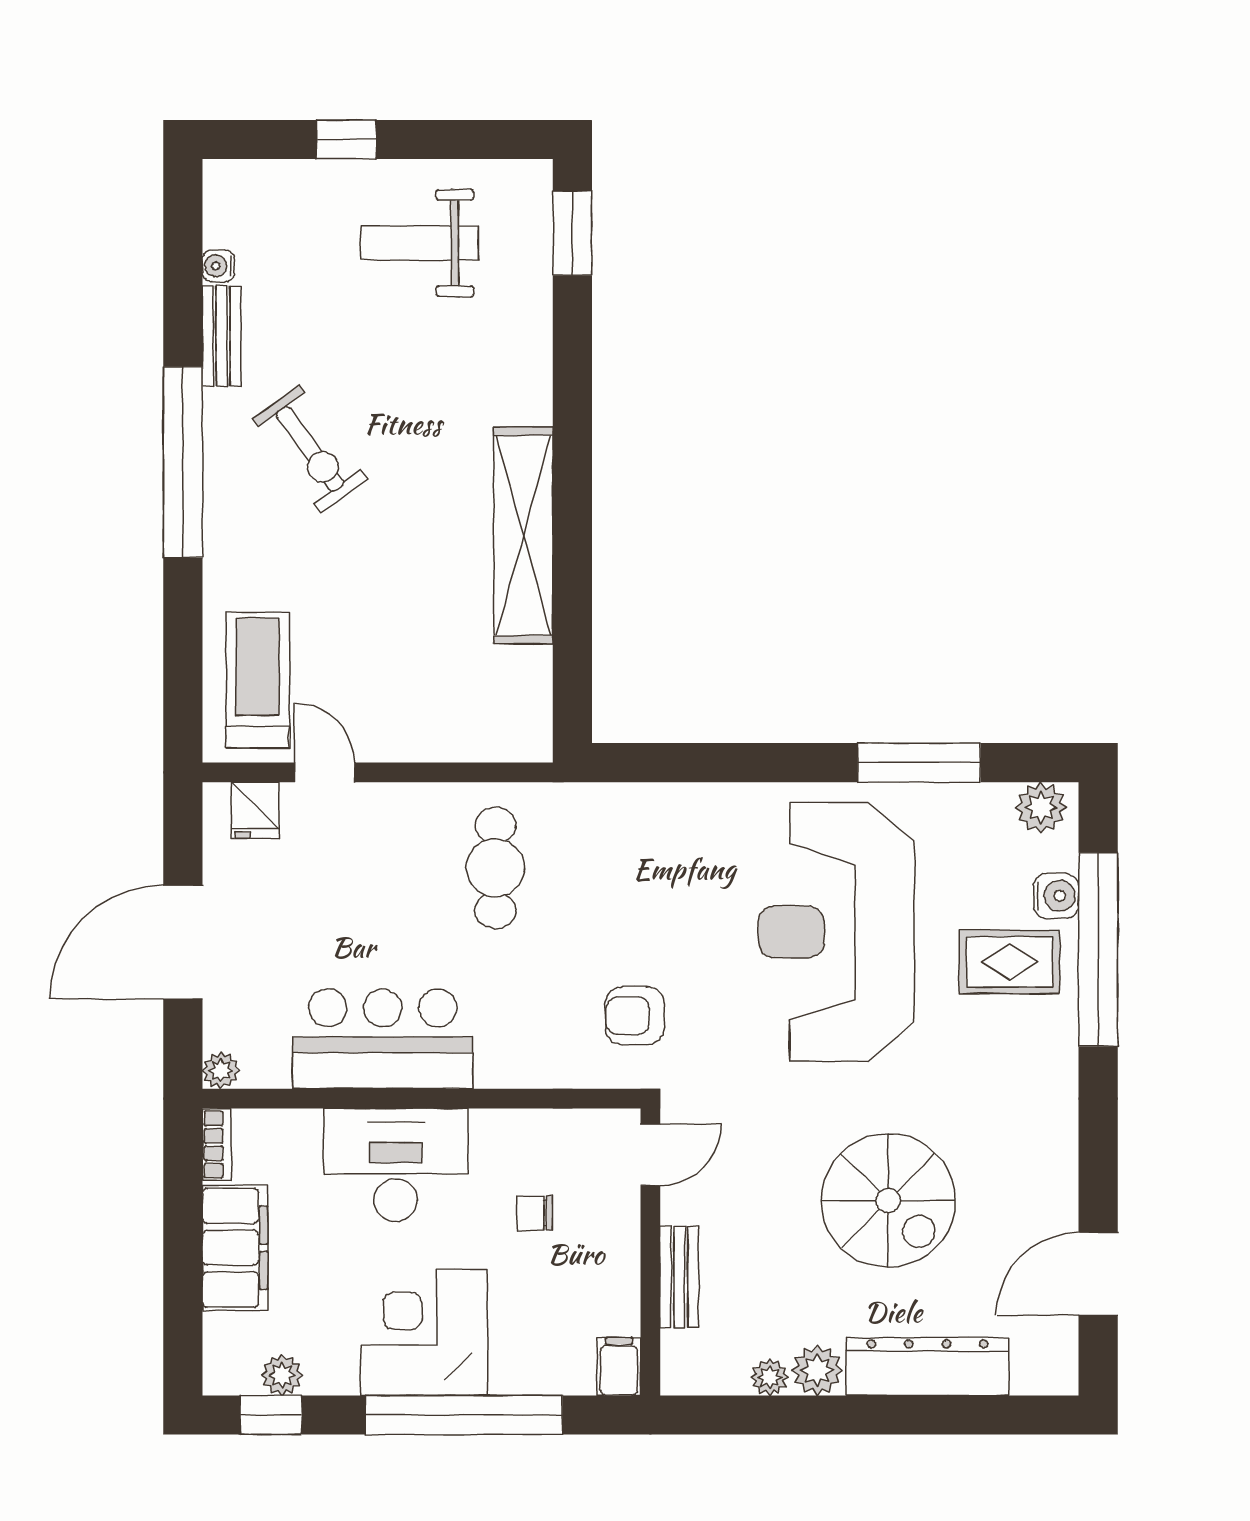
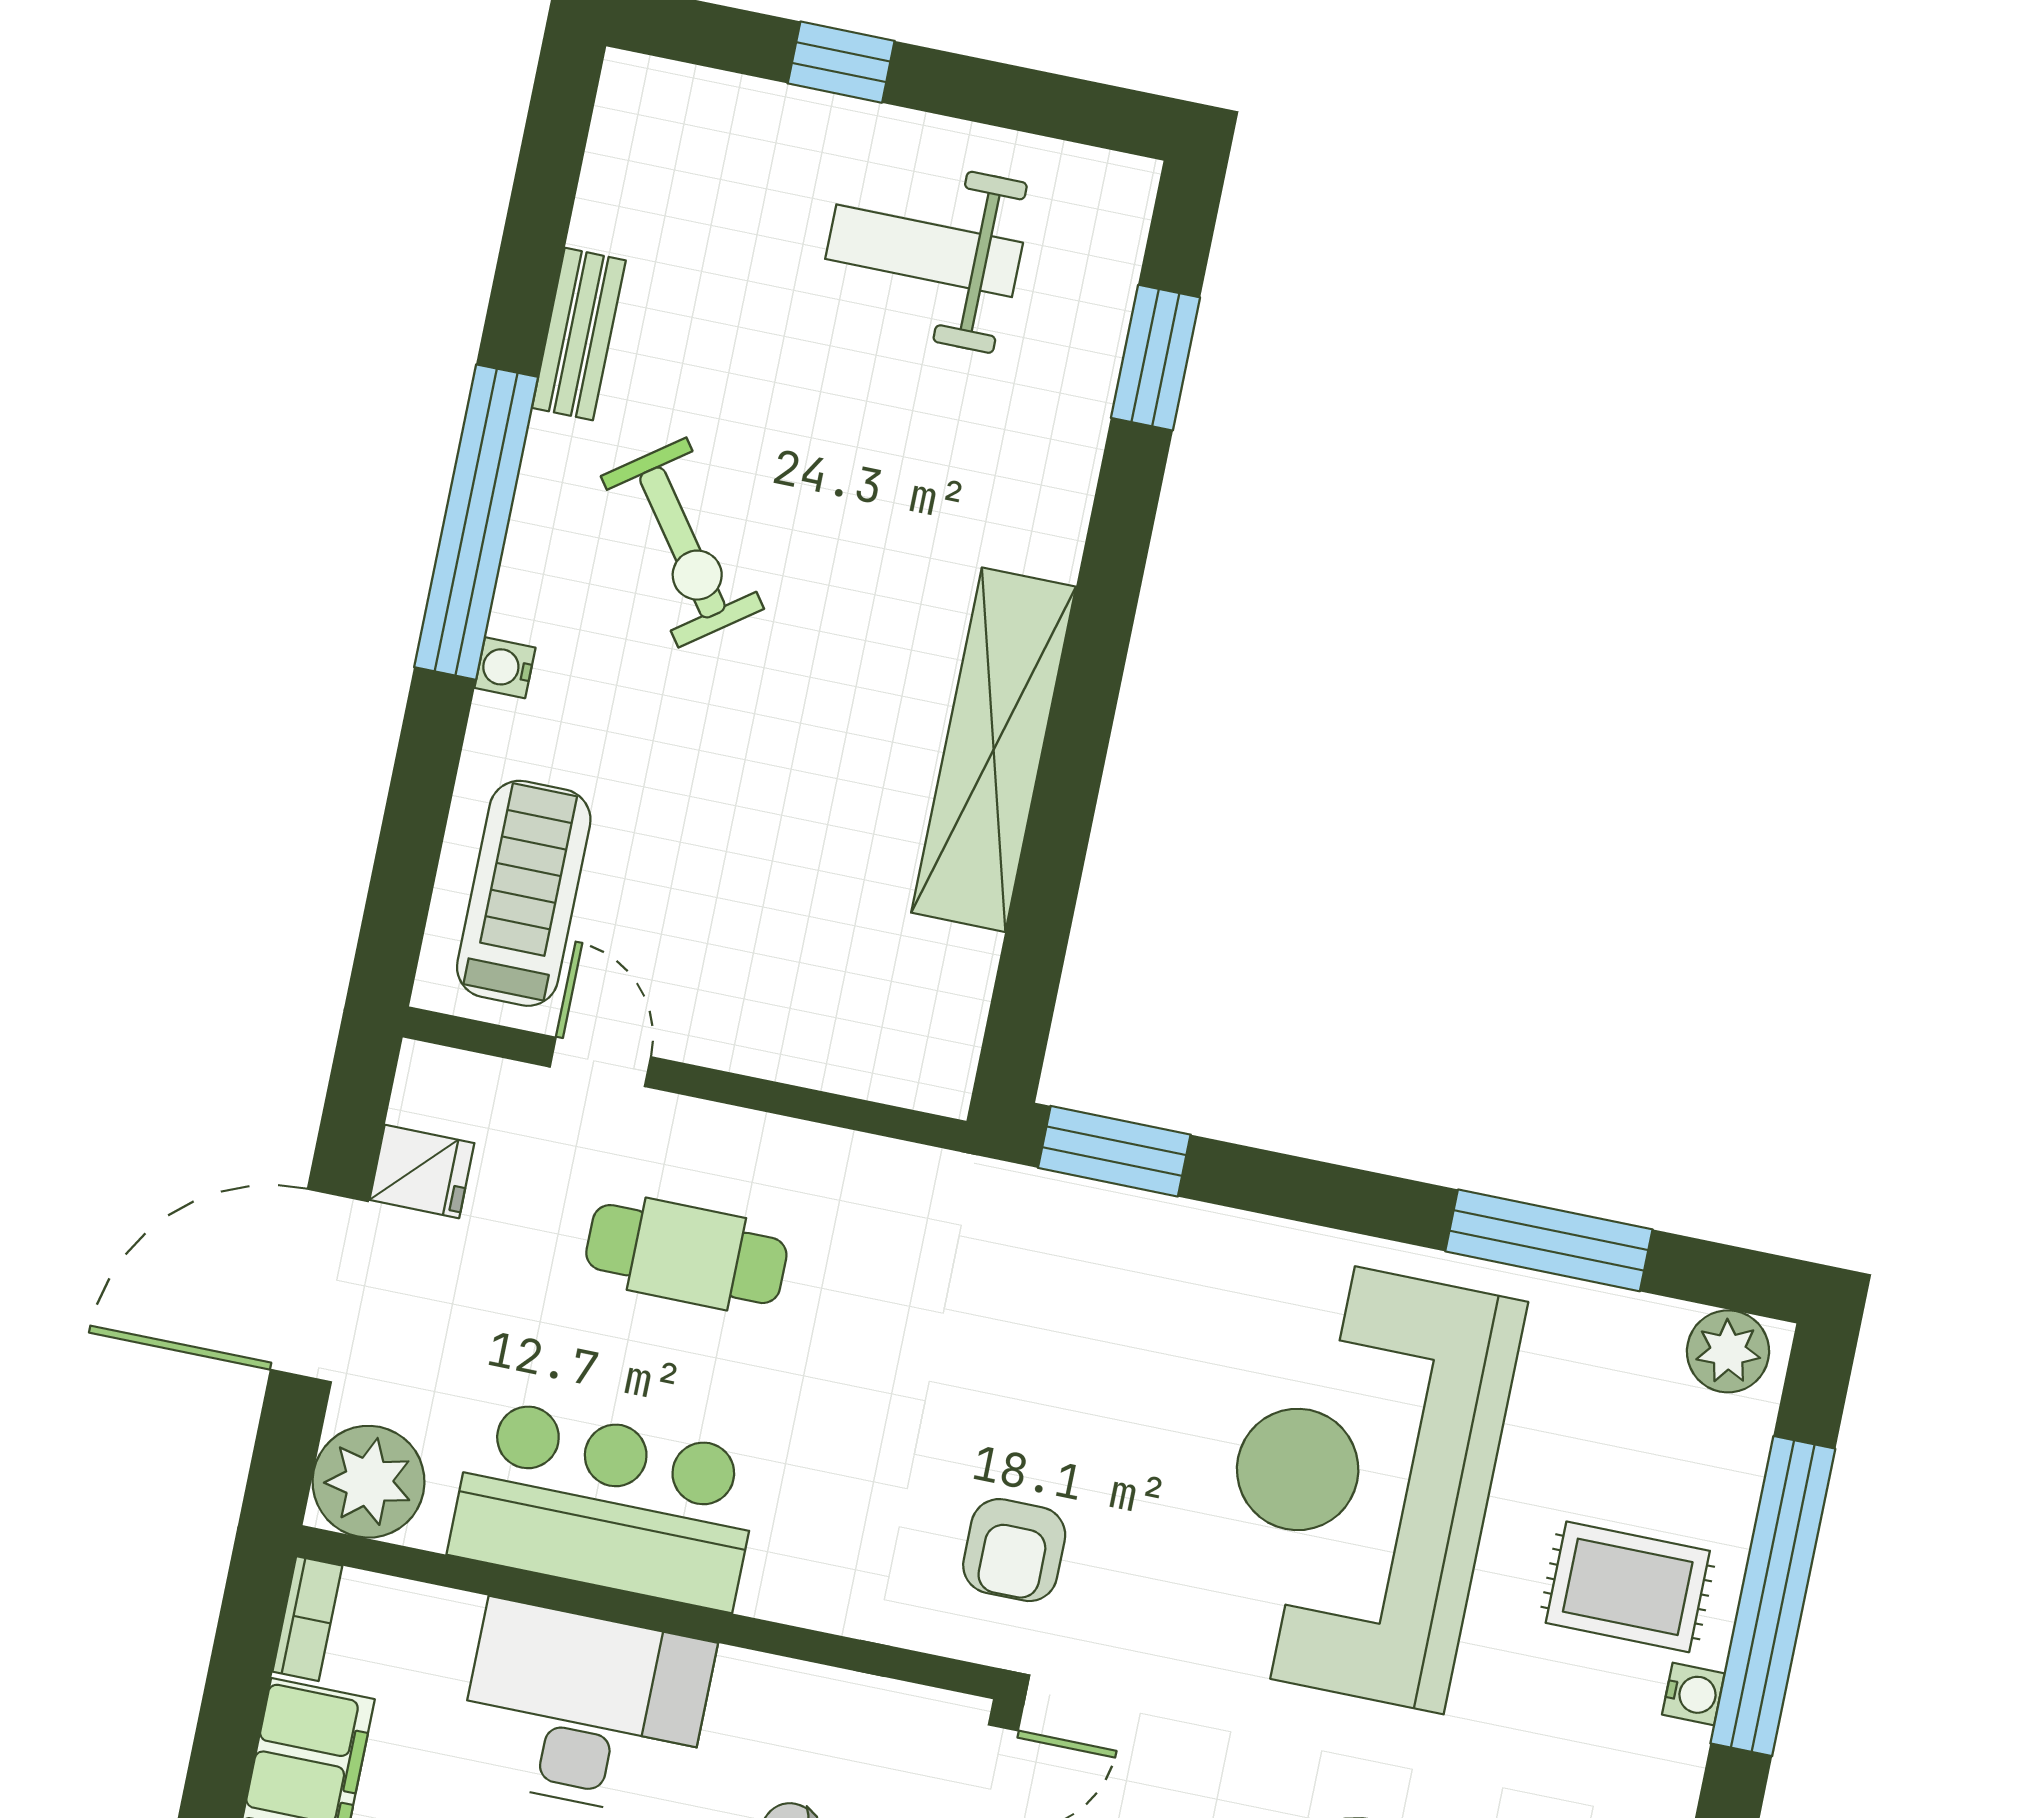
window: (572, 233) -> (1155, 358), moved
water cooler: (218, 266) -> (505, 668), moved
window: (646, 763) -> (1114, 1151), added
fridge: (255, 810) -> (422, 1171), moved, turned -90
cafe table: (495, 868) -> (686, 1254), moved, turned 90
water cooler: (1056, 896) -> (1693, 1694), moved, width x0.72, depth x0.72
armchair: (635, 1016) -> (1014, 1550), turned -90
plant: (221, 1070) -> (369, 1482), width x1.88, depth x1.88

